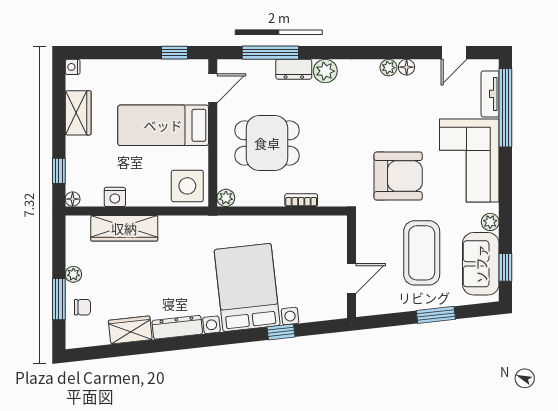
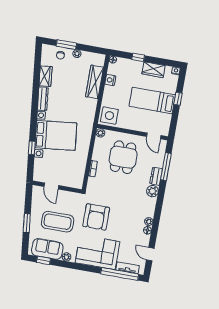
window: (174, 53) -> (178, 99), moved
bed: (163, 125) -> (152, 101), moved, turned -90
window: (59, 171) -> (138, 57), moved

